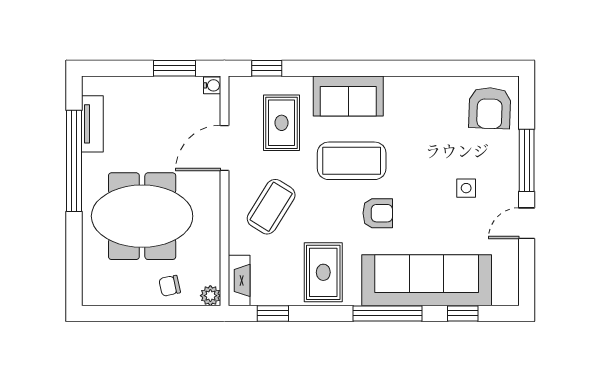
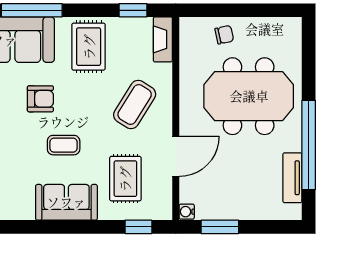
coffee table: (352, 161) -> (64, 145), width x0.54, depth x0.58
armchair: (378, 213) -> (40, 99), turned 180
plant: (210, 296) -> (188, 26), removed

